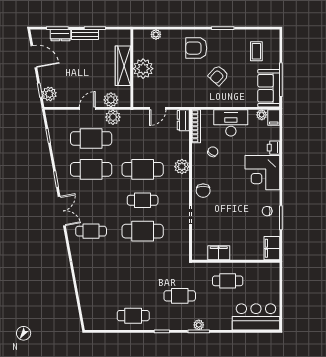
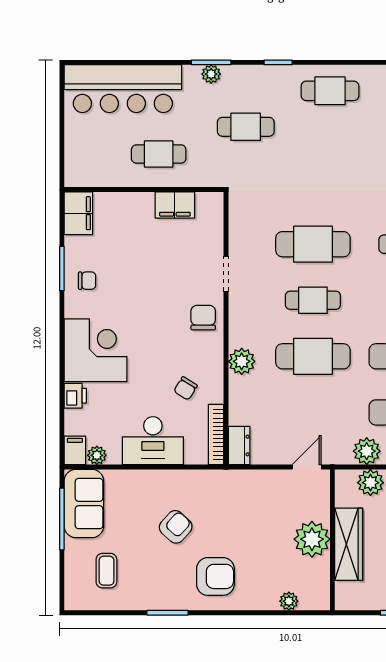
door: (158, 108) -> (307, 467), moved
bar counter: (256, 317) -> (123, 89), width x1.36

